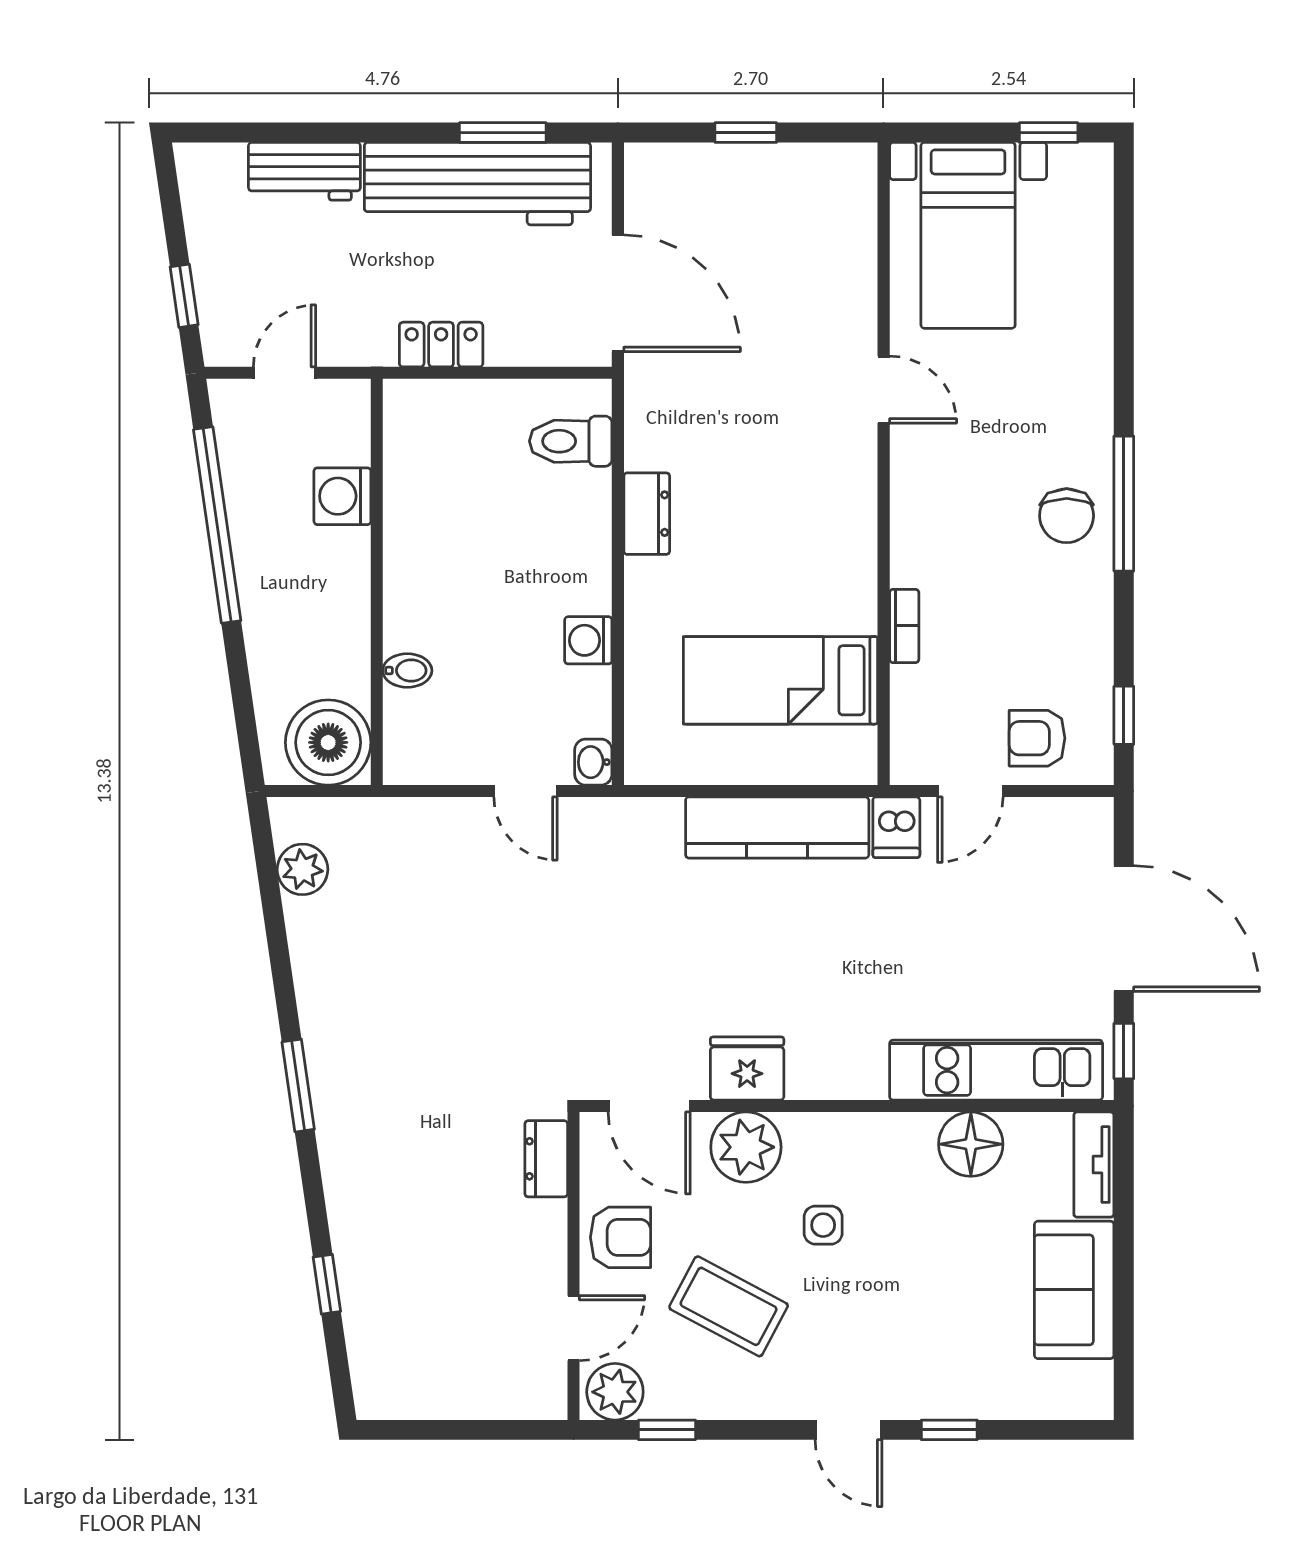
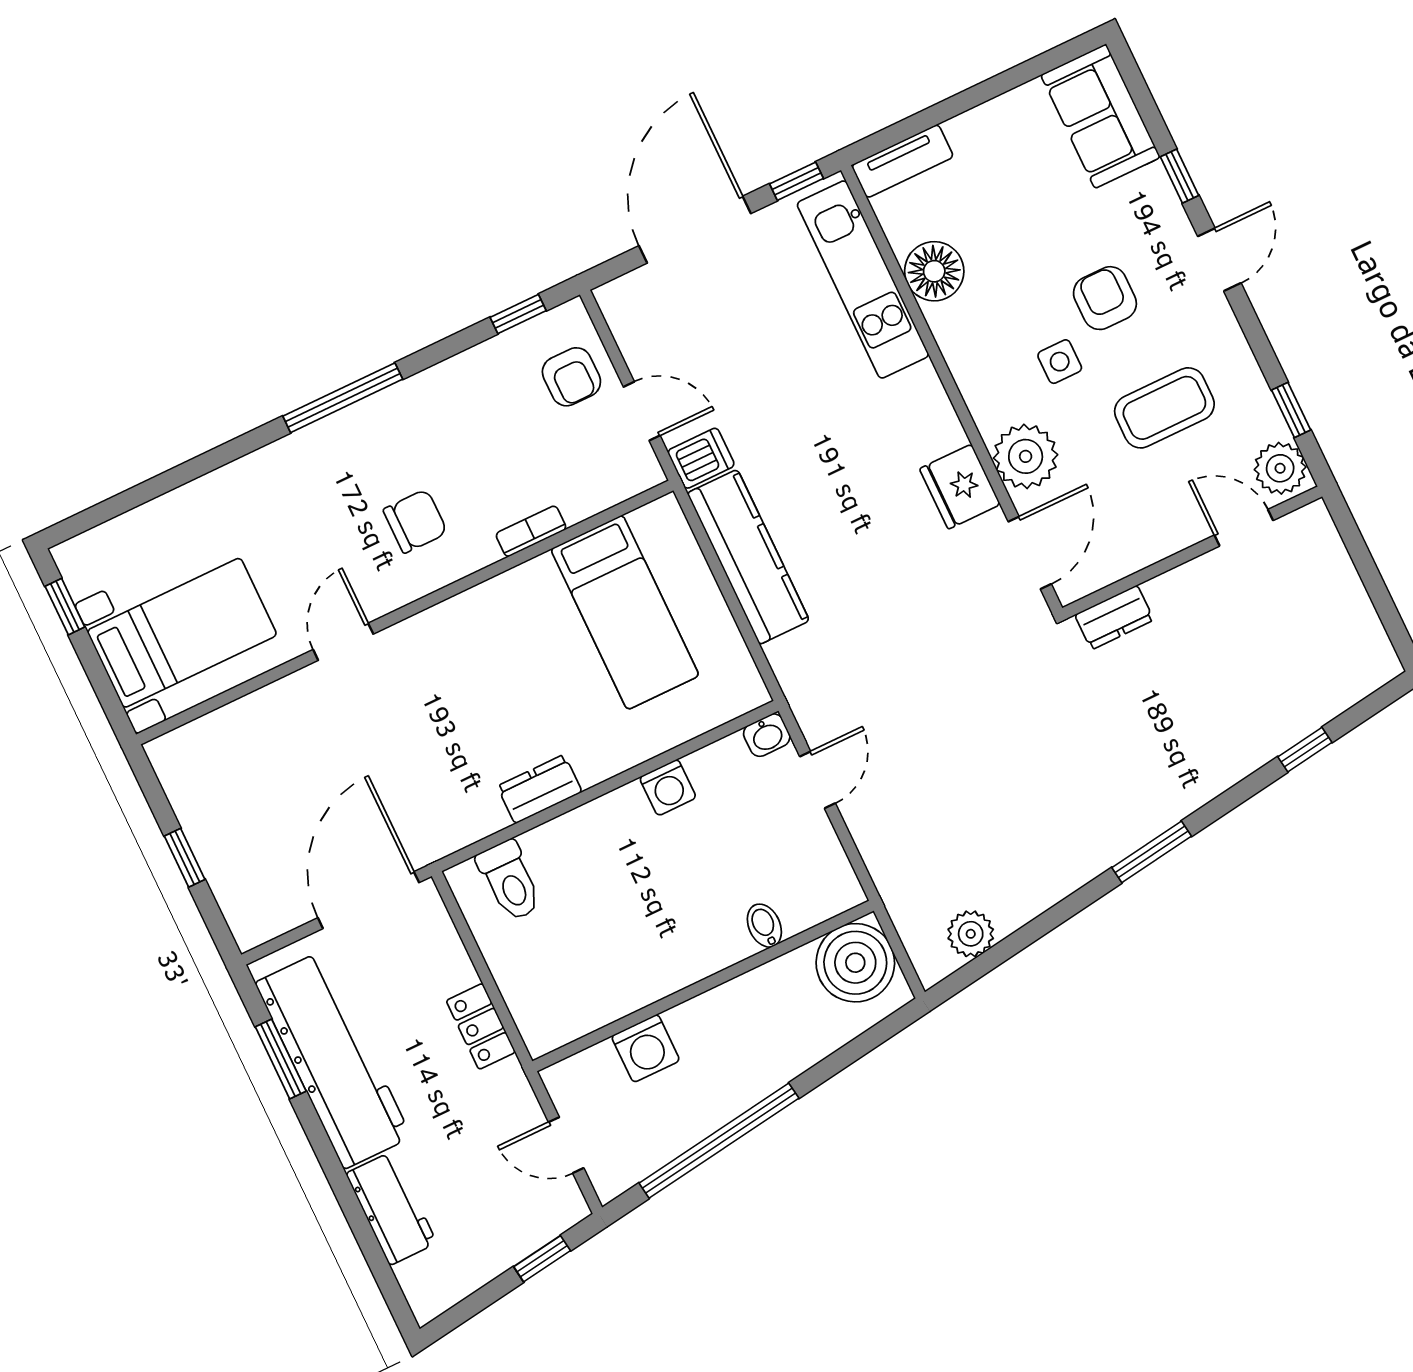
chair: (1067, 516) -> (415, 521), moved
armchair: (621, 1237) -> (1105, 298), moved
sofa: (1074, 1290) -> (1100, 116), moved, turned 90
coffee table: (729, 1306) -> (1164, 408), turned 62

